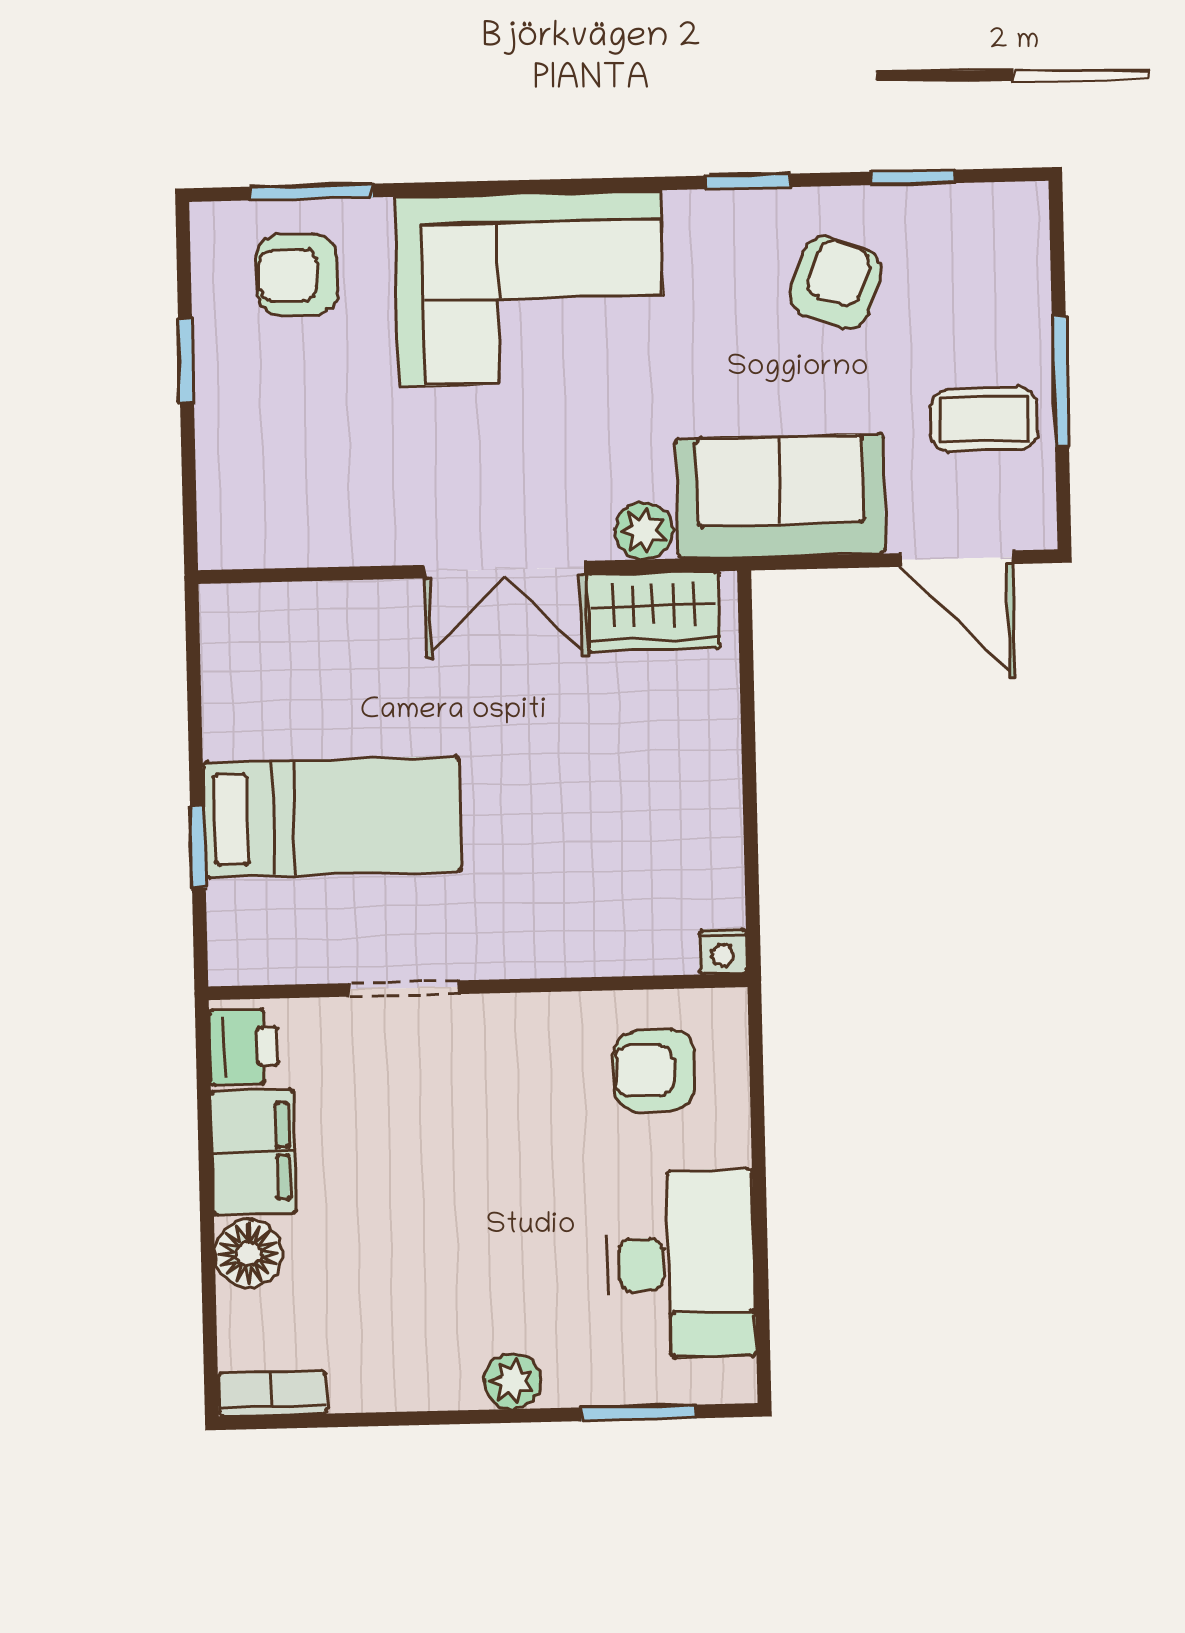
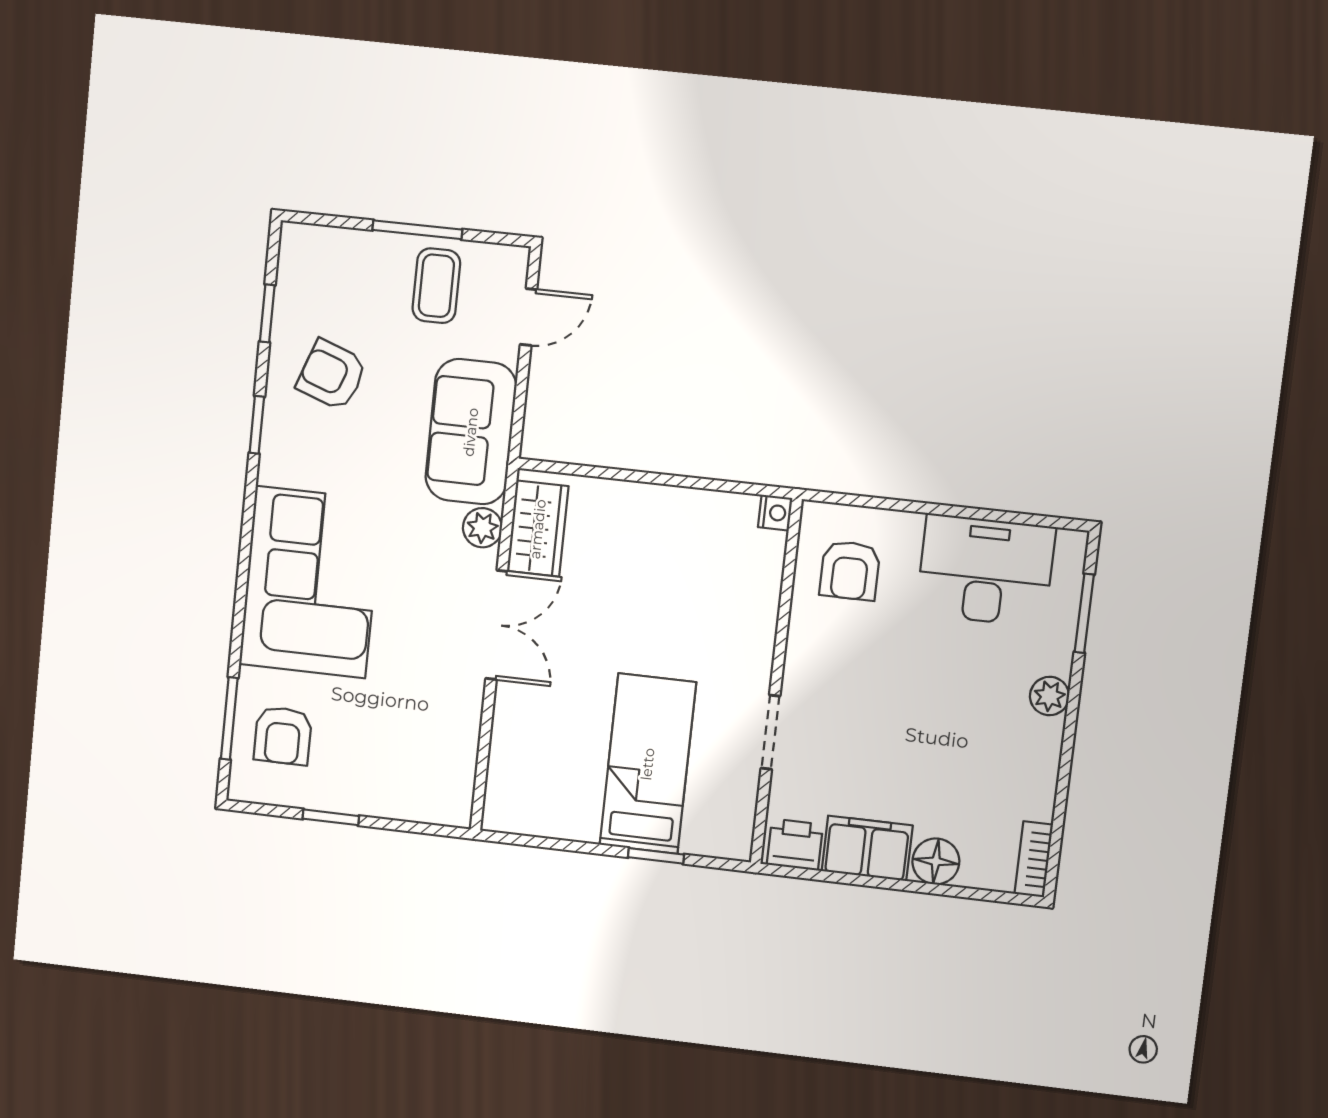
door: (957, 559) -> (529, 317), width x0.73

